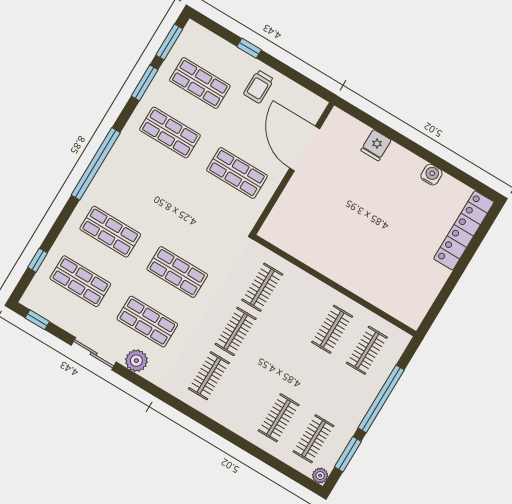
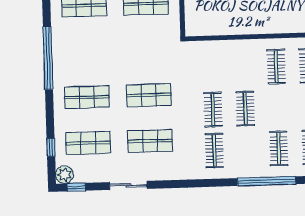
clothes rail: (262, 287) -> (245, 109), moved
plant: (136, 361) -> (64, 175), moved
window: (243, 444) -> (267, 181), added

